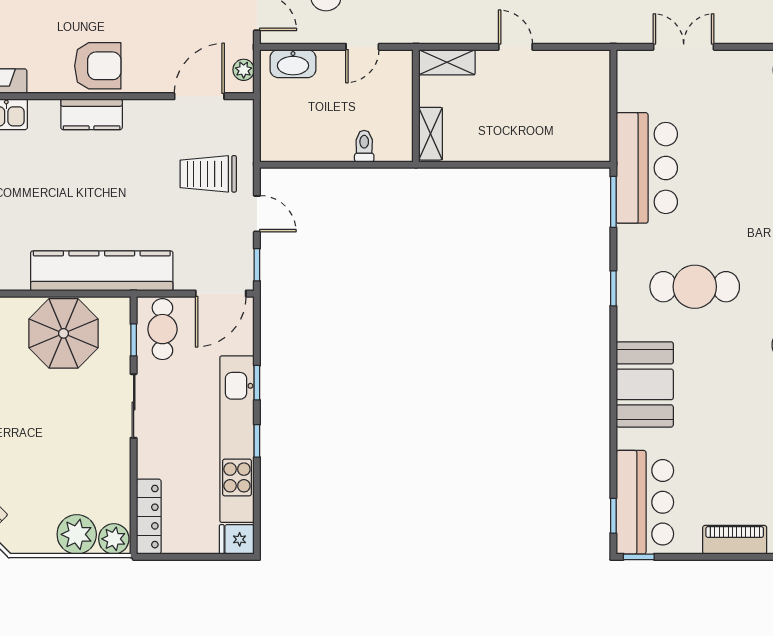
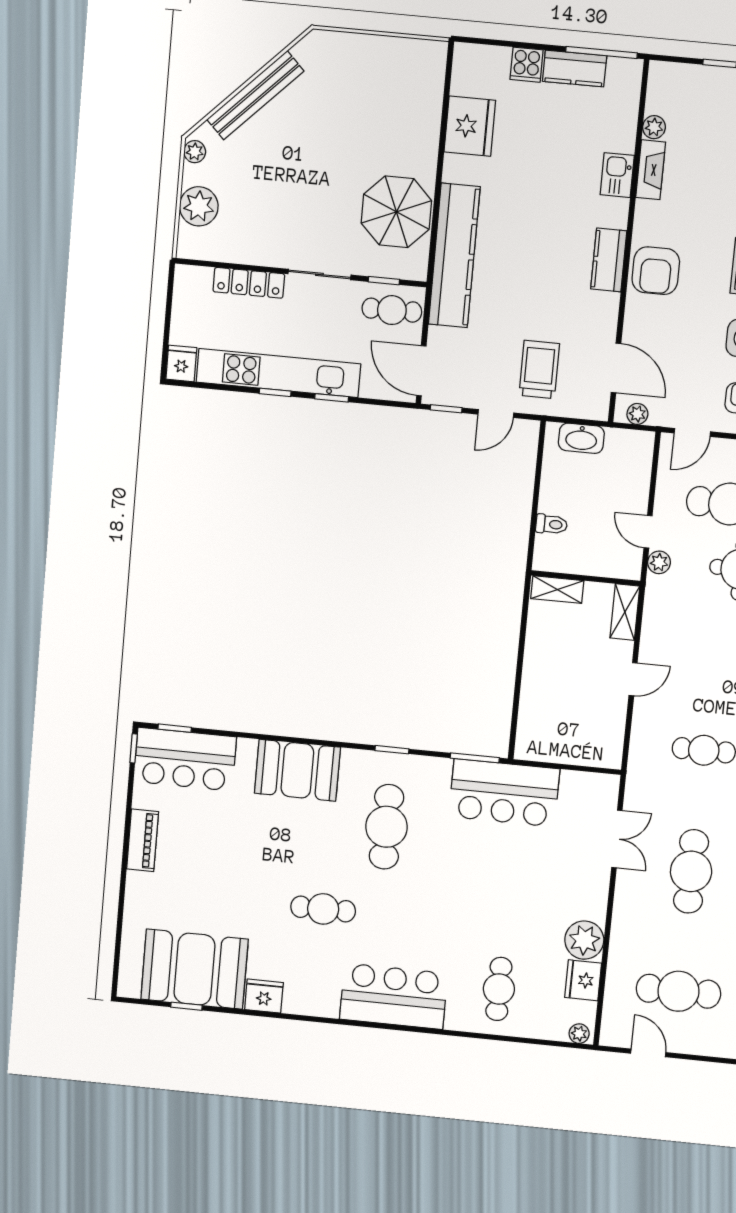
plant: (392, 32) -> (659, 562), added
washbasin: (293, 64) -> (581, 438), moved, turned -90
locker: (149, 517) -> (249, 283), moved
plant: (114, 539) -> (195, 152), moved, width x0.73, depth x0.73

